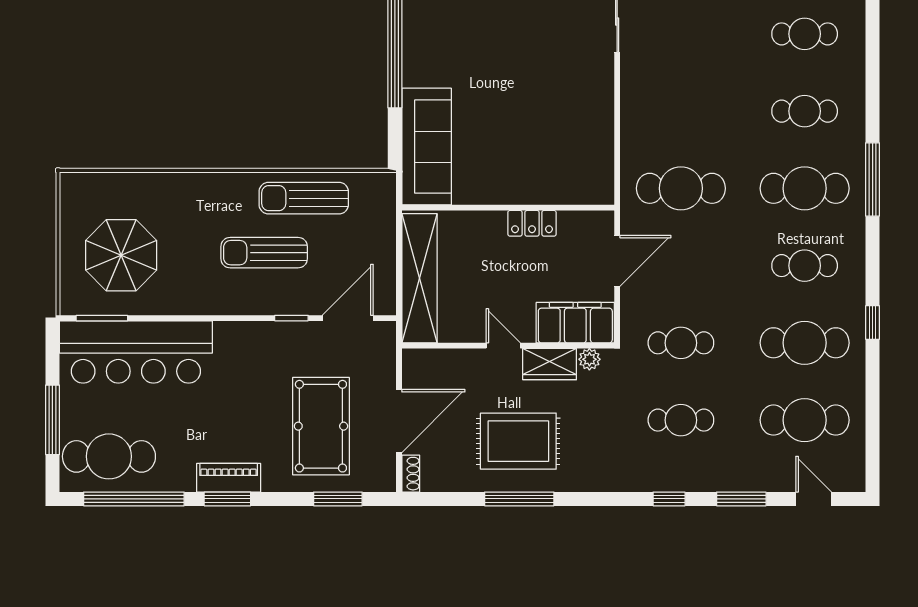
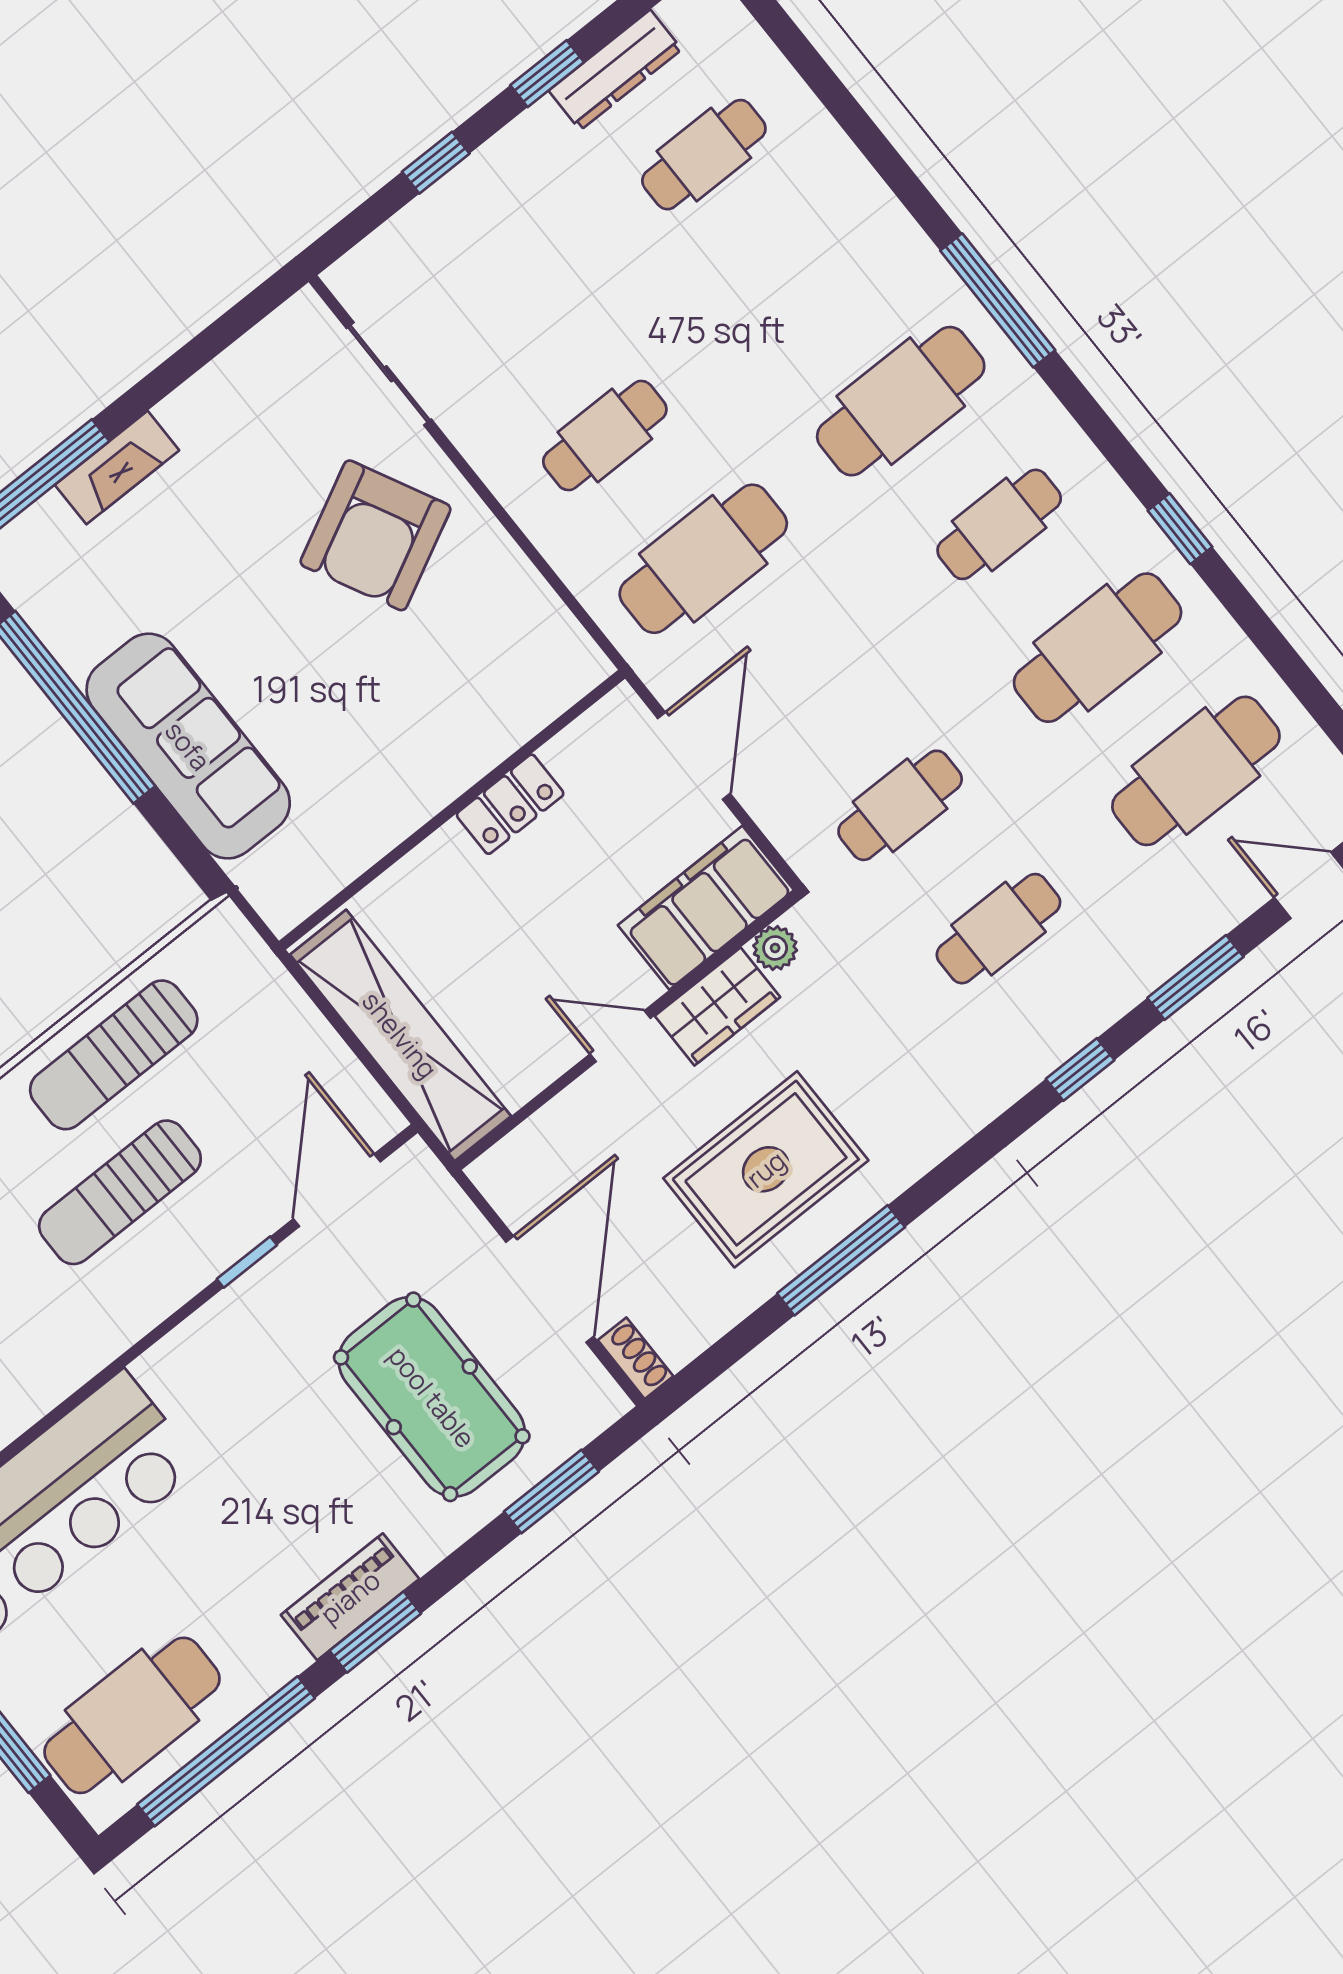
armchair: (563, 79) -> (376, 535), added
cafe table: (805, 111) -> (605, 435), moved
sofa: (427, 147) -> (188, 746), moved

